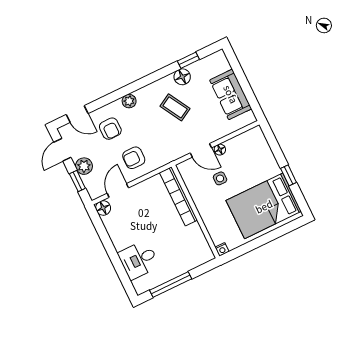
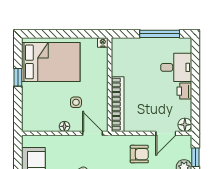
door: (201, 150) -> (93, 133), moved
printer: (120, 241) -> (184, 91), added

